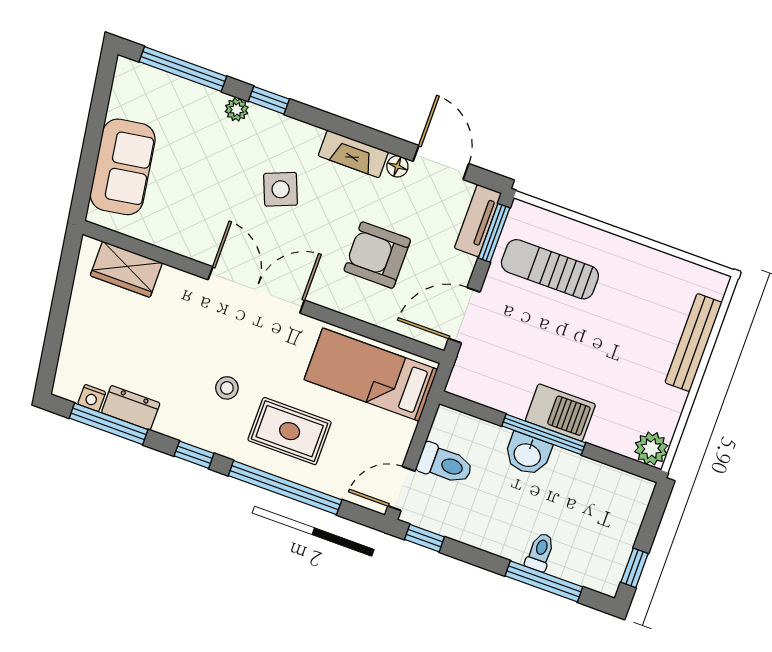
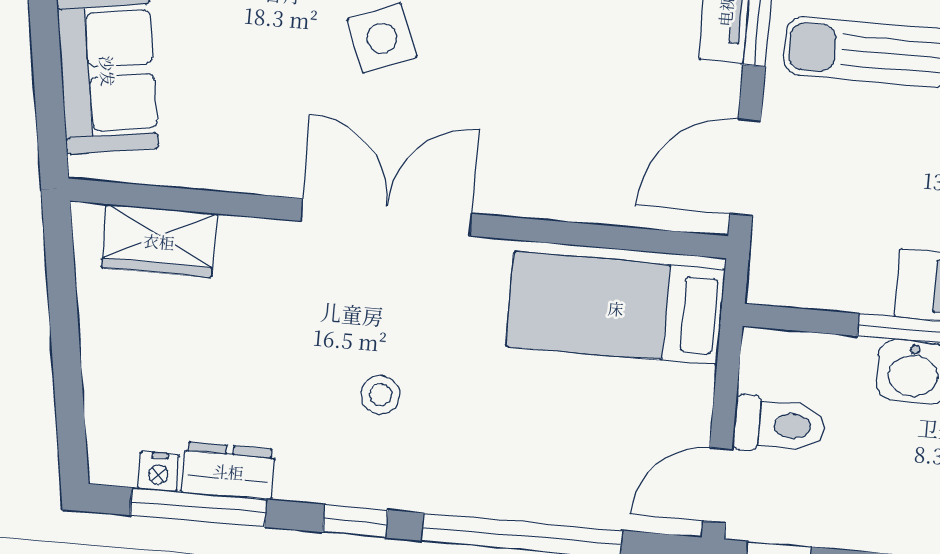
armchair: (377, 255) -> (573, 105), removed
rug: (290, 431) -> (505, 439), removed

